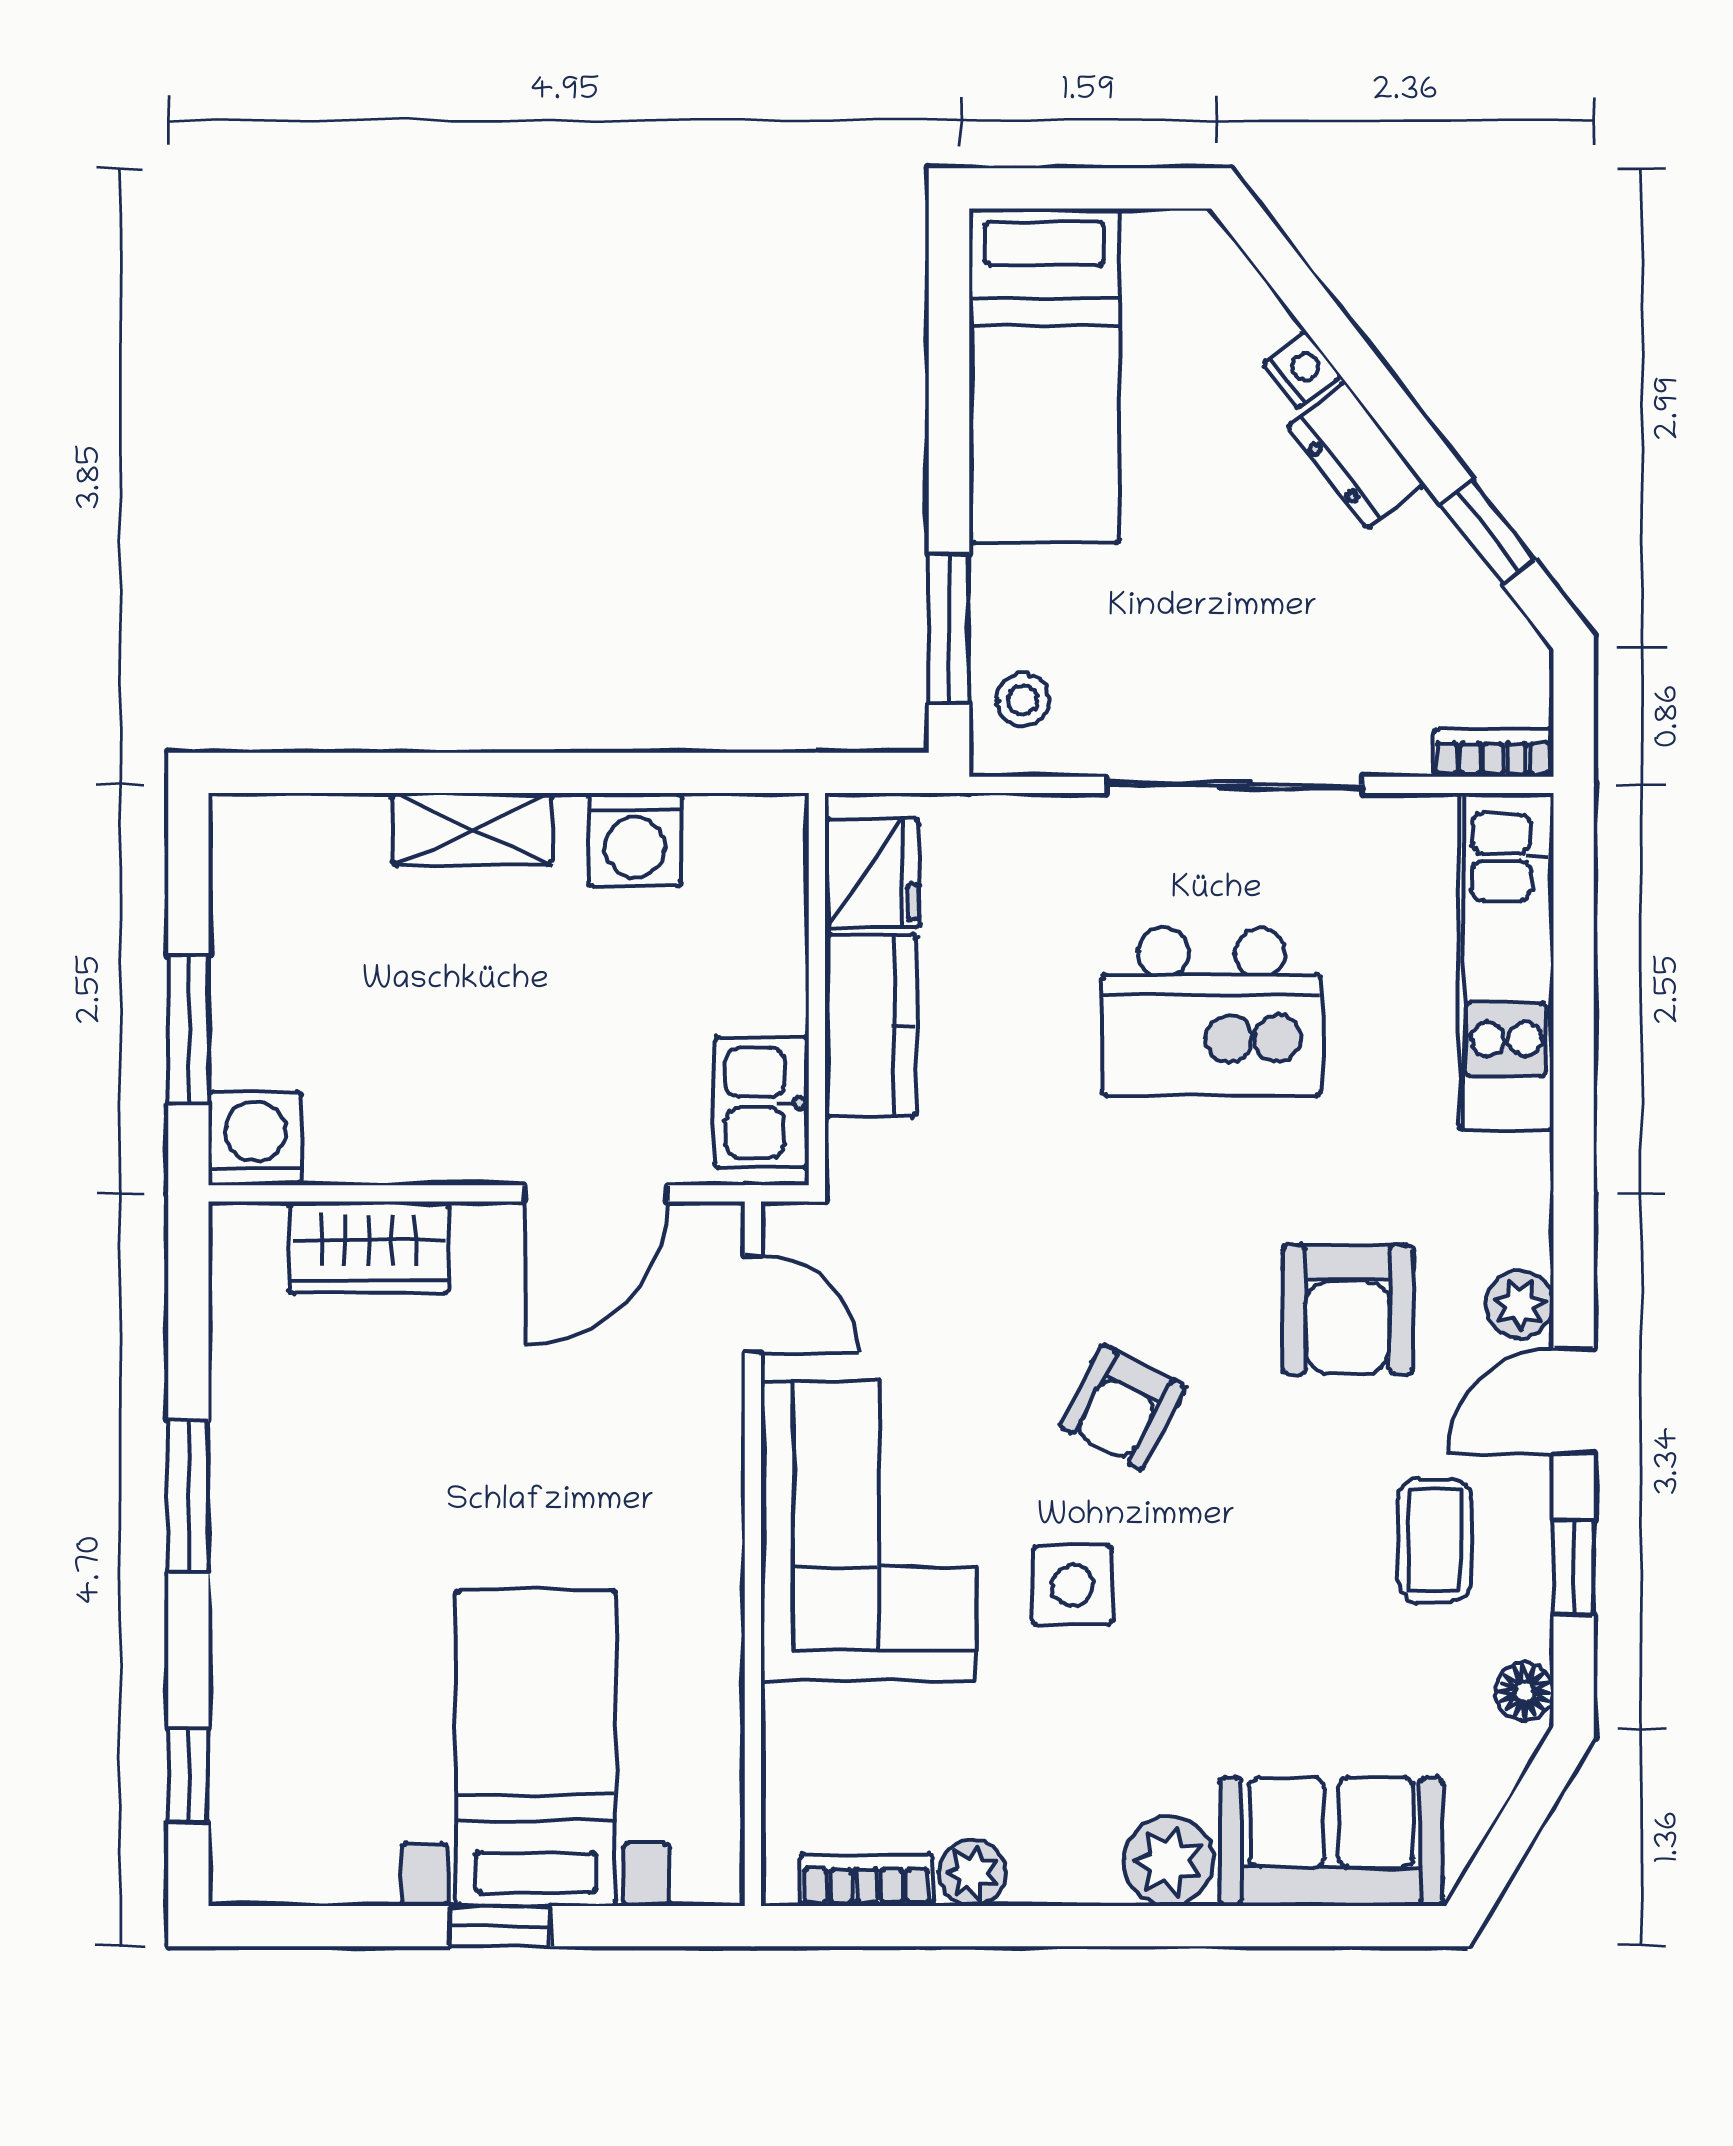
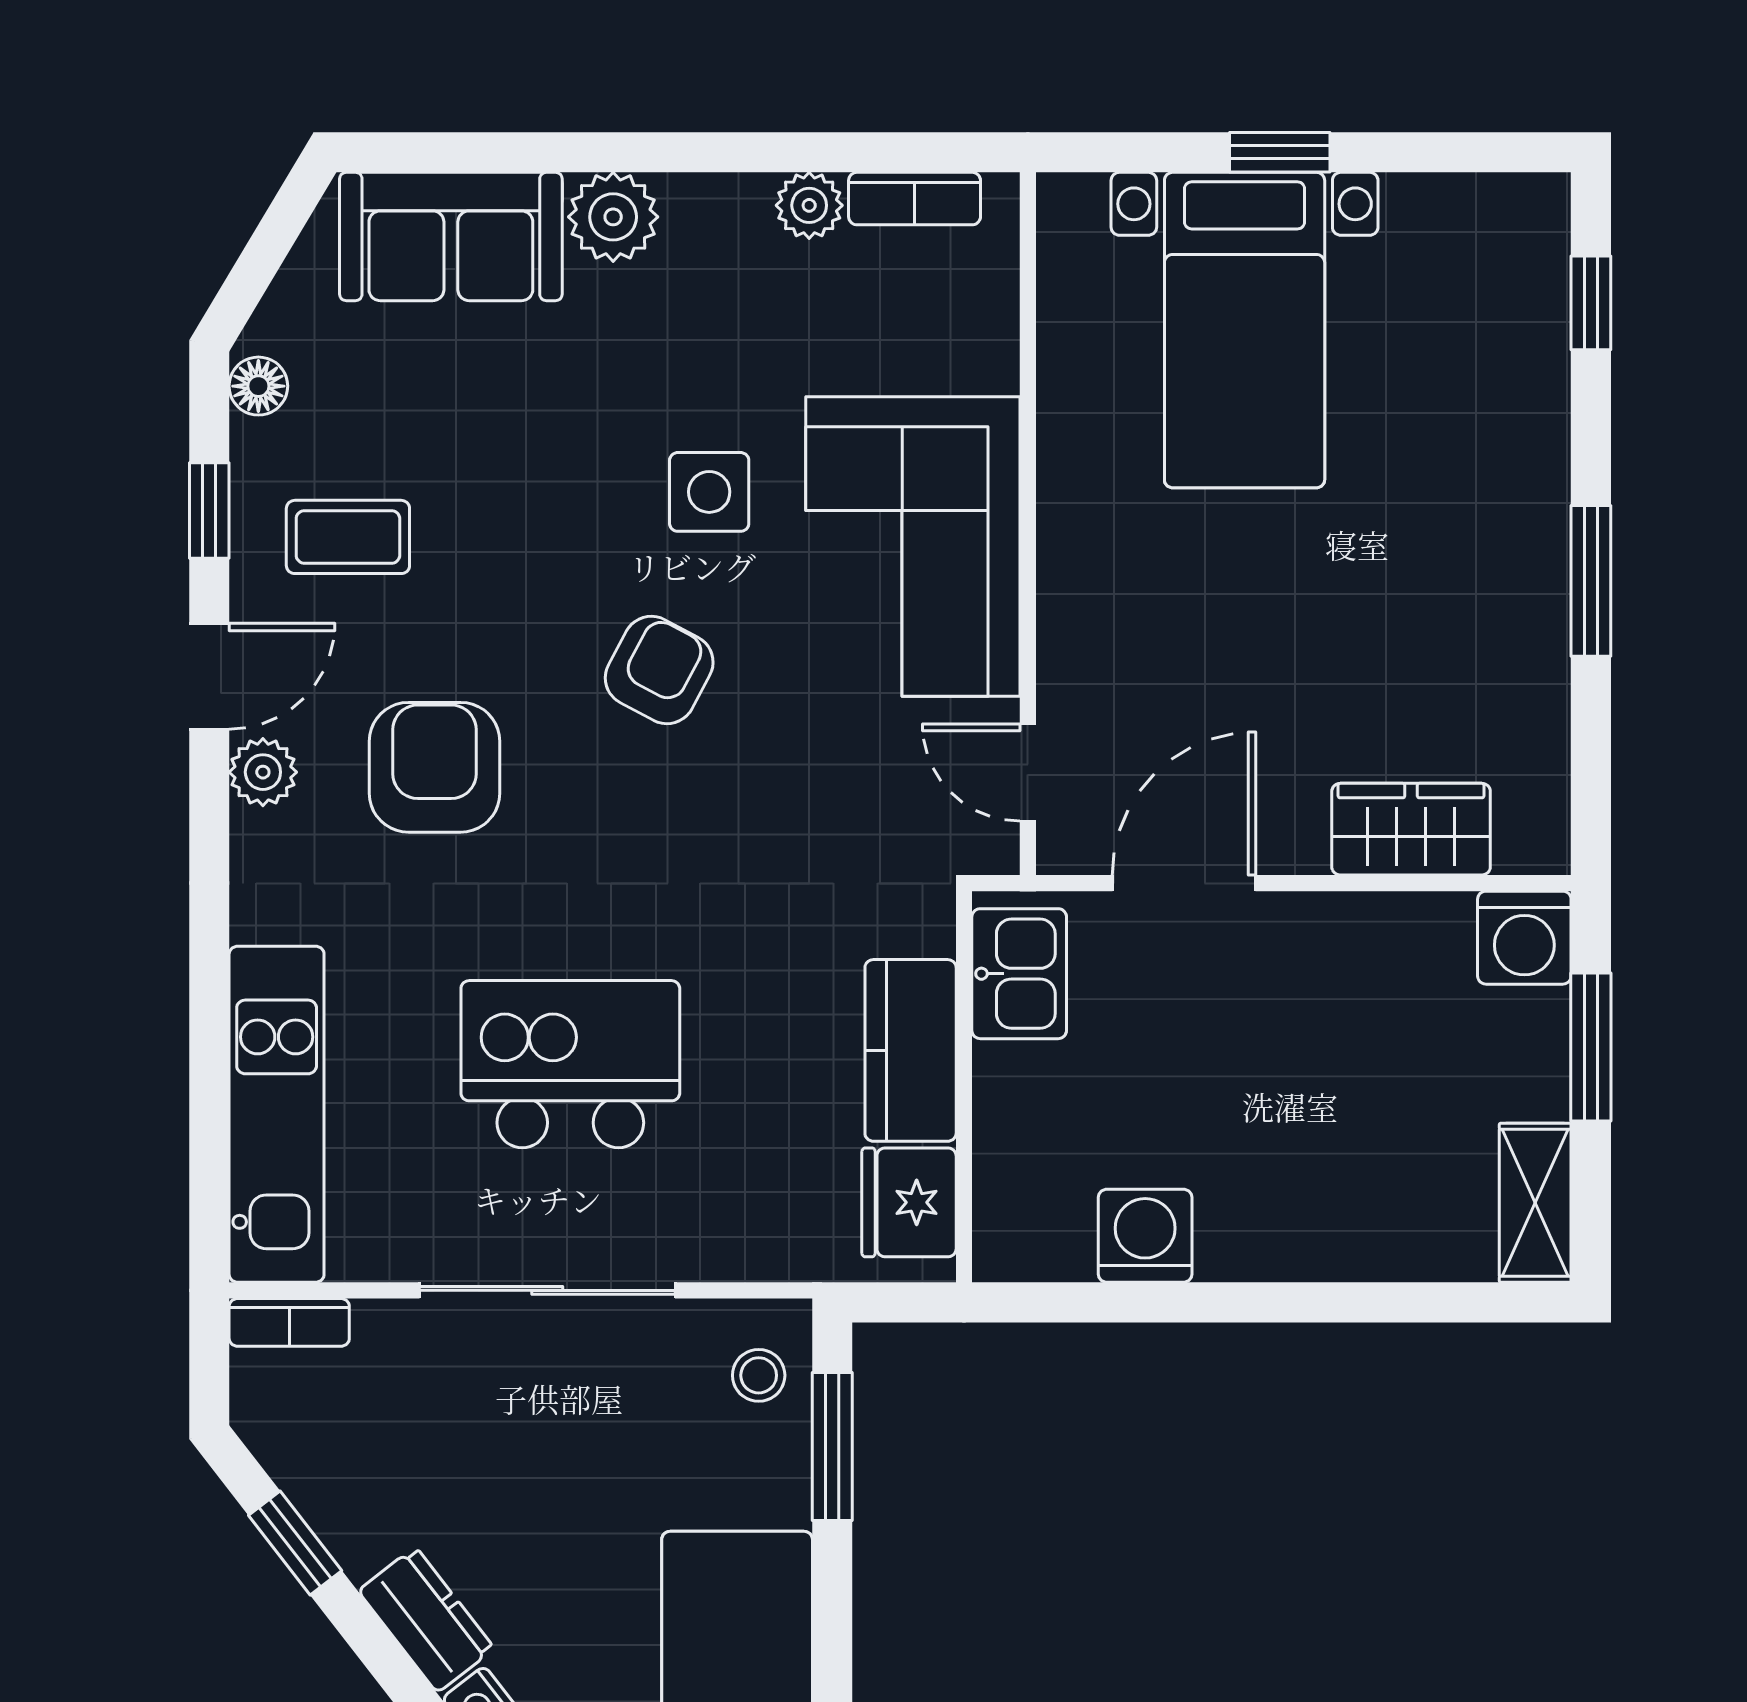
shelving: (472, 829) -> (1535, 1203), moved, turned 90
coffee table: (1435, 1540) -> (348, 537), turned 90

